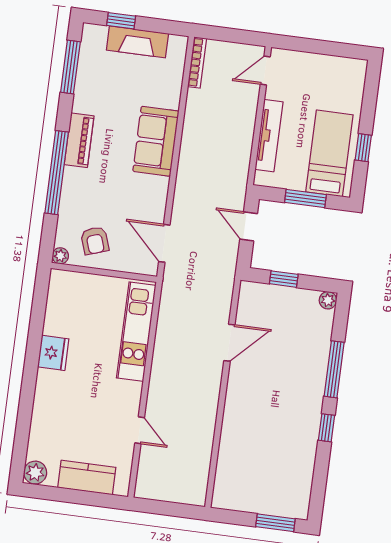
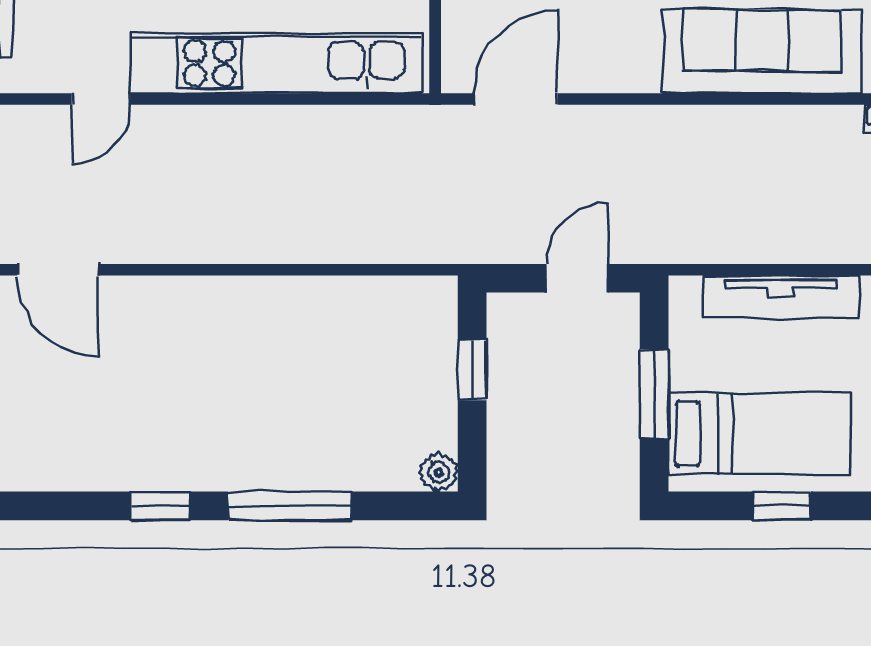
sofa: (156, 141) -> (762, 51), width x1.36
kitchen unit: (136, 332) -> (276, 63), width x1.36
door: (229, 343) -> (58, 270), moved

